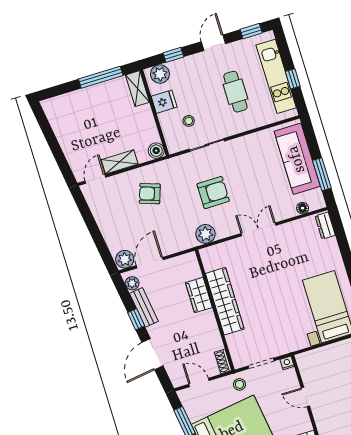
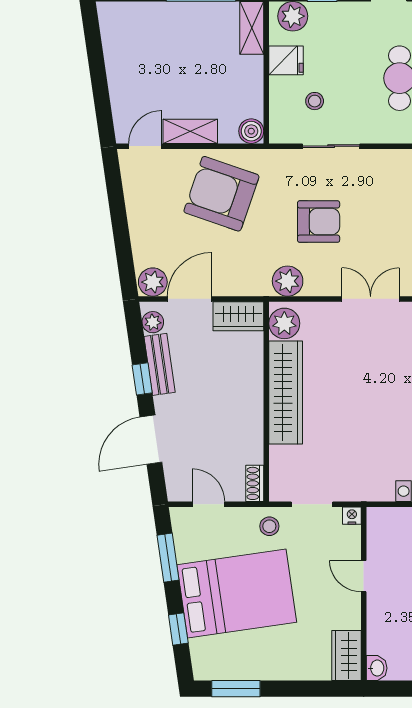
armchair: (150, 194) -> (221, 194), width x1.88, depth x1.88
plant: (211, 260) -> (284, 323), added
wardrobe: (199, 295) -> (238, 316), moved, turned -90

